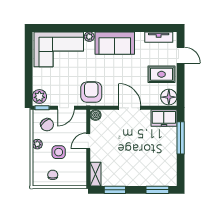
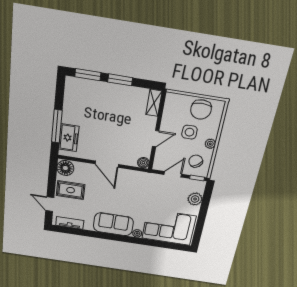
armchair: (91, 92) -> (144, 185), removed
plant: (39, 96) -> (195, 199), moved
freezer: (164, 118) -> (69, 138), moved, turned 90
chair: (53, 175) -> (201, 110), width x1.87, depth x1.87
window: (115, 190) -> (120, 80), moved

